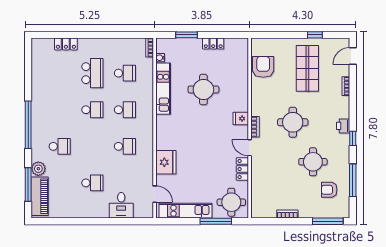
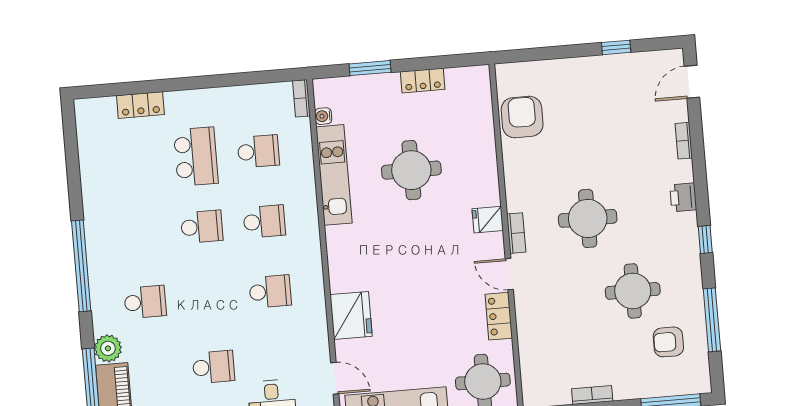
shop shelf: (307, 68) -> (607, 113), removed
printer: (343, 126) -> (683, 197), moved

